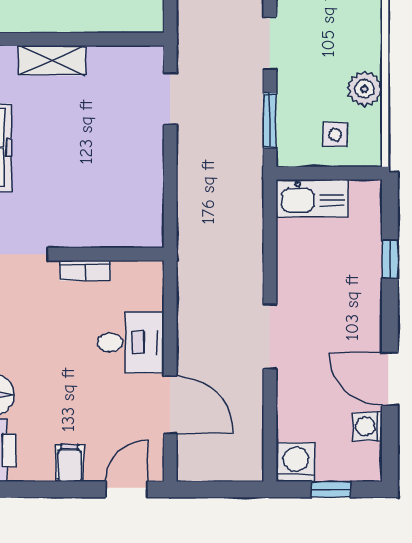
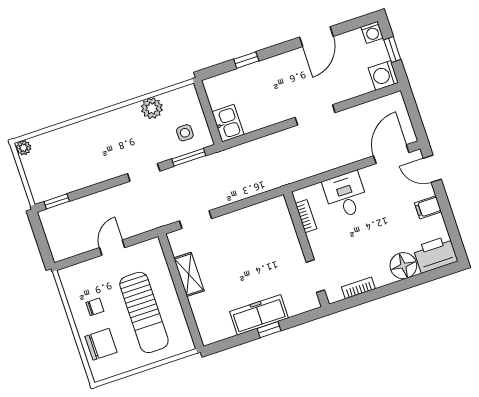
shelving: (52, 60) -> (189, 274), moved
side table: (335, 135) -> (185, 133), moved
kitchen sink: (312, 198) -> (228, 123), width x0.73
bookcase: (85, 270) -> (306, 216), moved
door: (170, 405) -> (391, 154), moved
washing machine: (368, 426) -> (372, 32), moved

